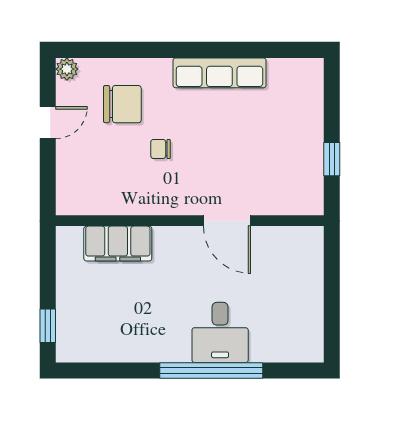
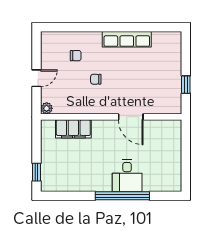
plant: (67, 69) -> (47, 108), moved
chair: (122, 104) -> (76, 56), width x0.54, depth x0.54
door: (48, 123) -> (37, 78), moved

